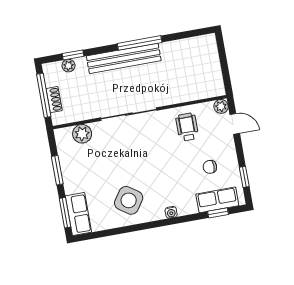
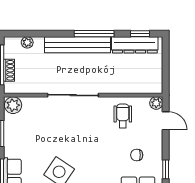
dresser: (186, 47) -> (135, 45), added
window: (73, 55) -> (140, 34), moved
plant: (82, 134) -> (13, 105), moved

